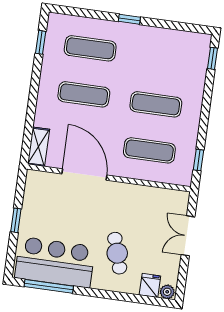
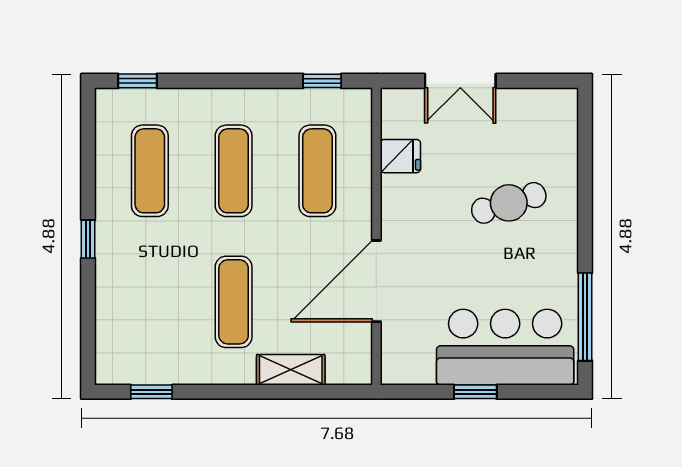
exercise mat: (90, 48) -> (150, 171), moved
shelving: (38, 147) -> (291, 370), moved
bar counter: (55, 262) -> (505, 347), moved, turned 90
fridge: (150, 285) -> (400, 156), moved, turned 180
plant: (167, 292) -> (565, 104), removed

